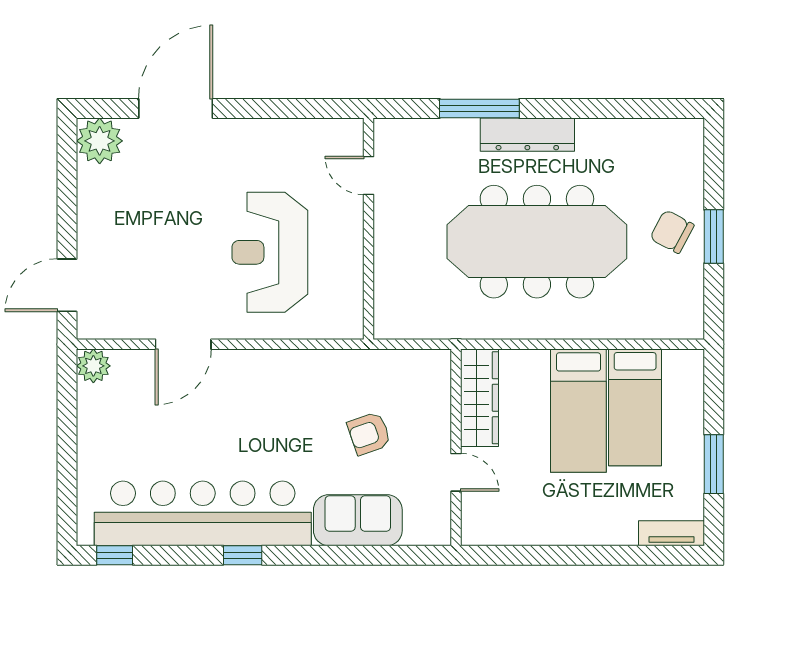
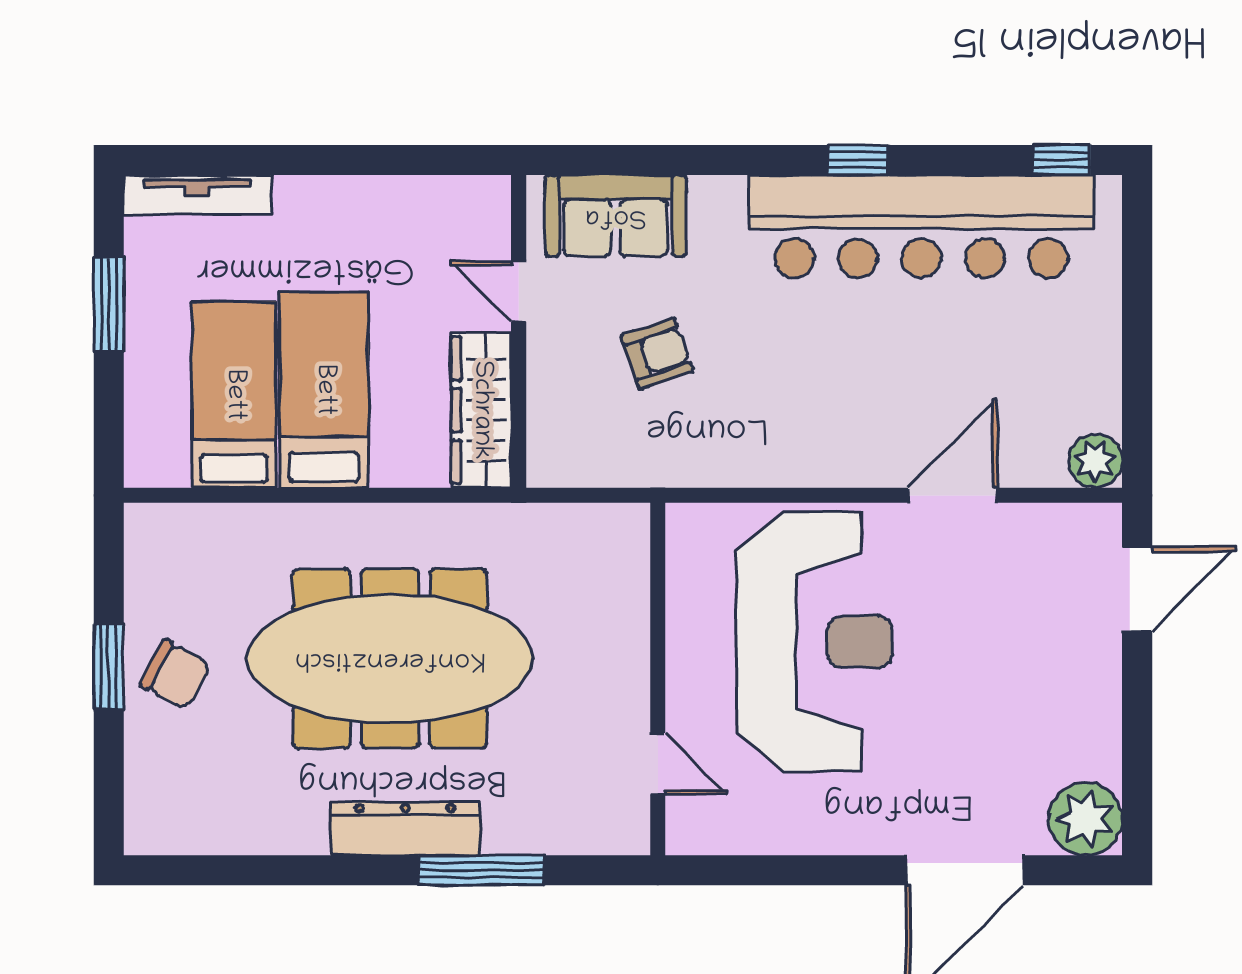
reception desk: (270, 252) -> (815, 642), width x1.36, depth x1.30
sofa: (358, 520) -> (616, 216), moved
tv unit: (671, 533) -> (197, 195), width x1.41

